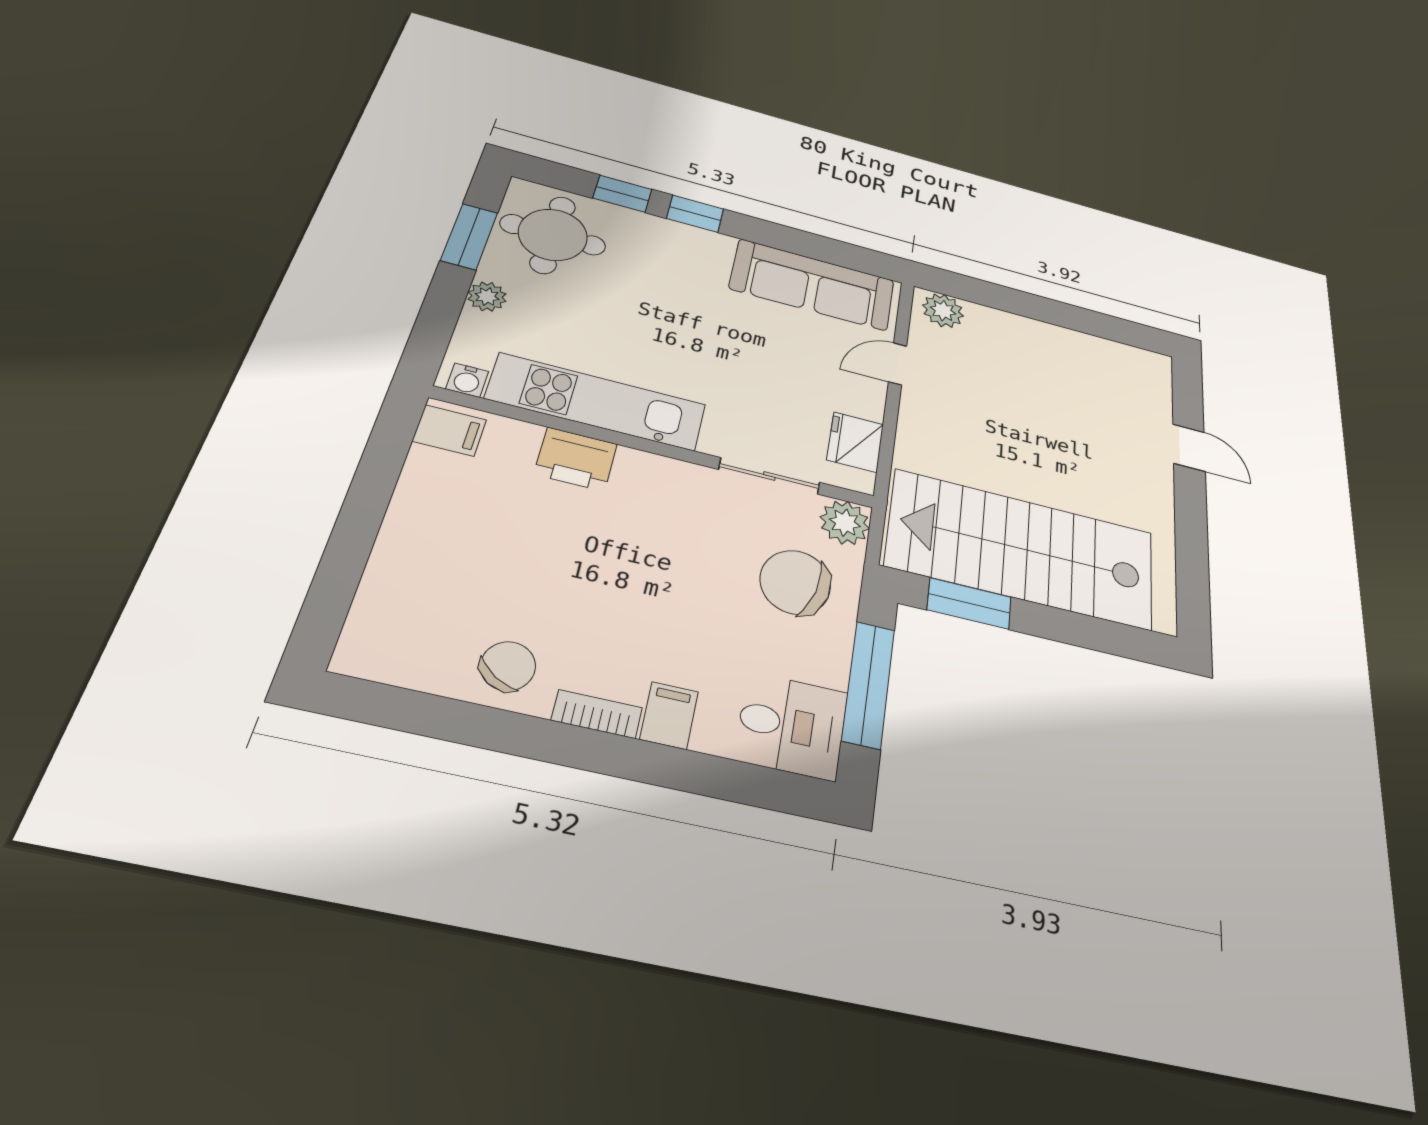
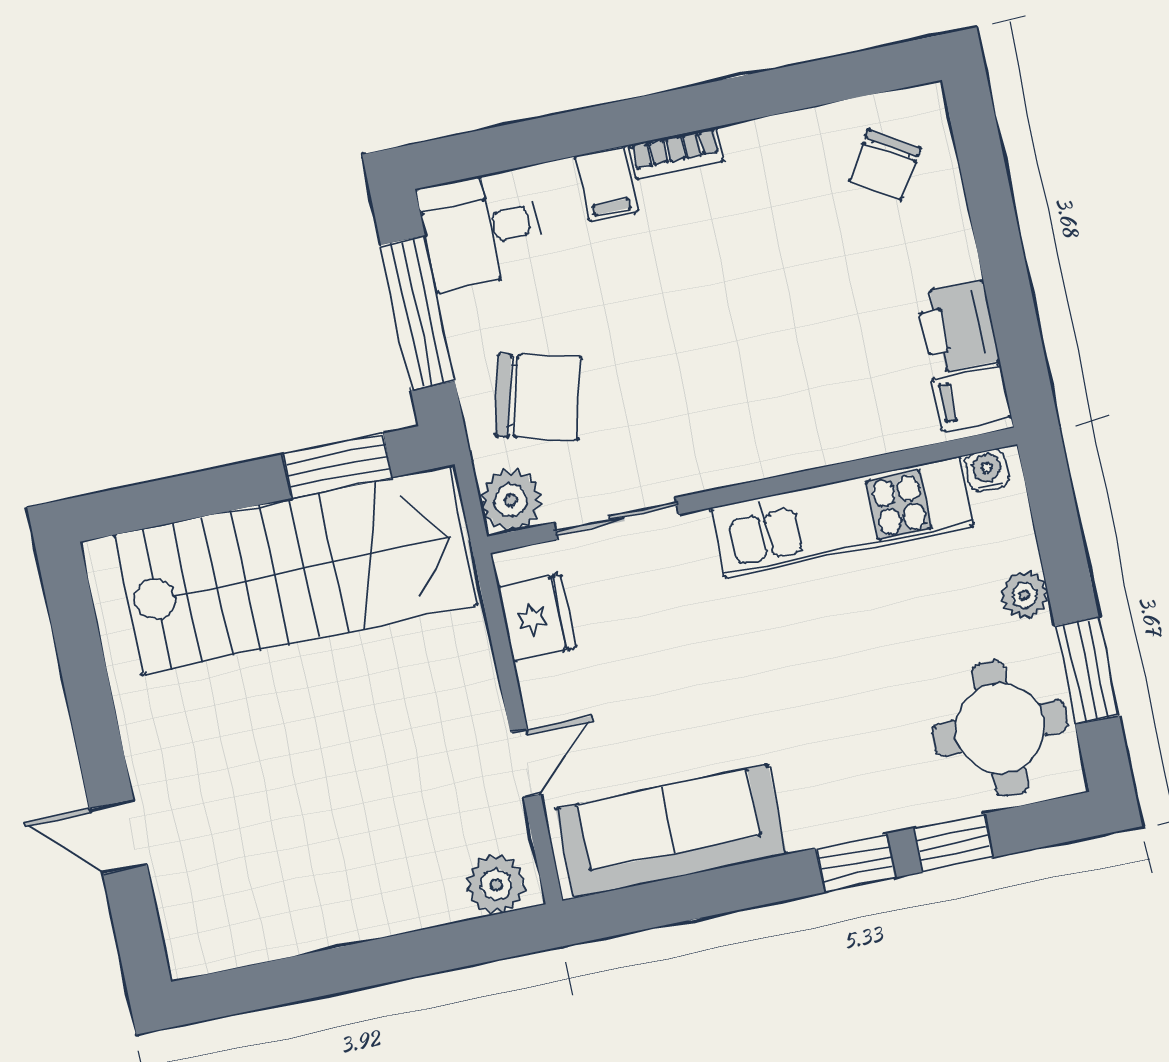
printer: (576, 459) -> (958, 327), moved, turned -90
chair: (508, 666) -> (885, 165), moved

